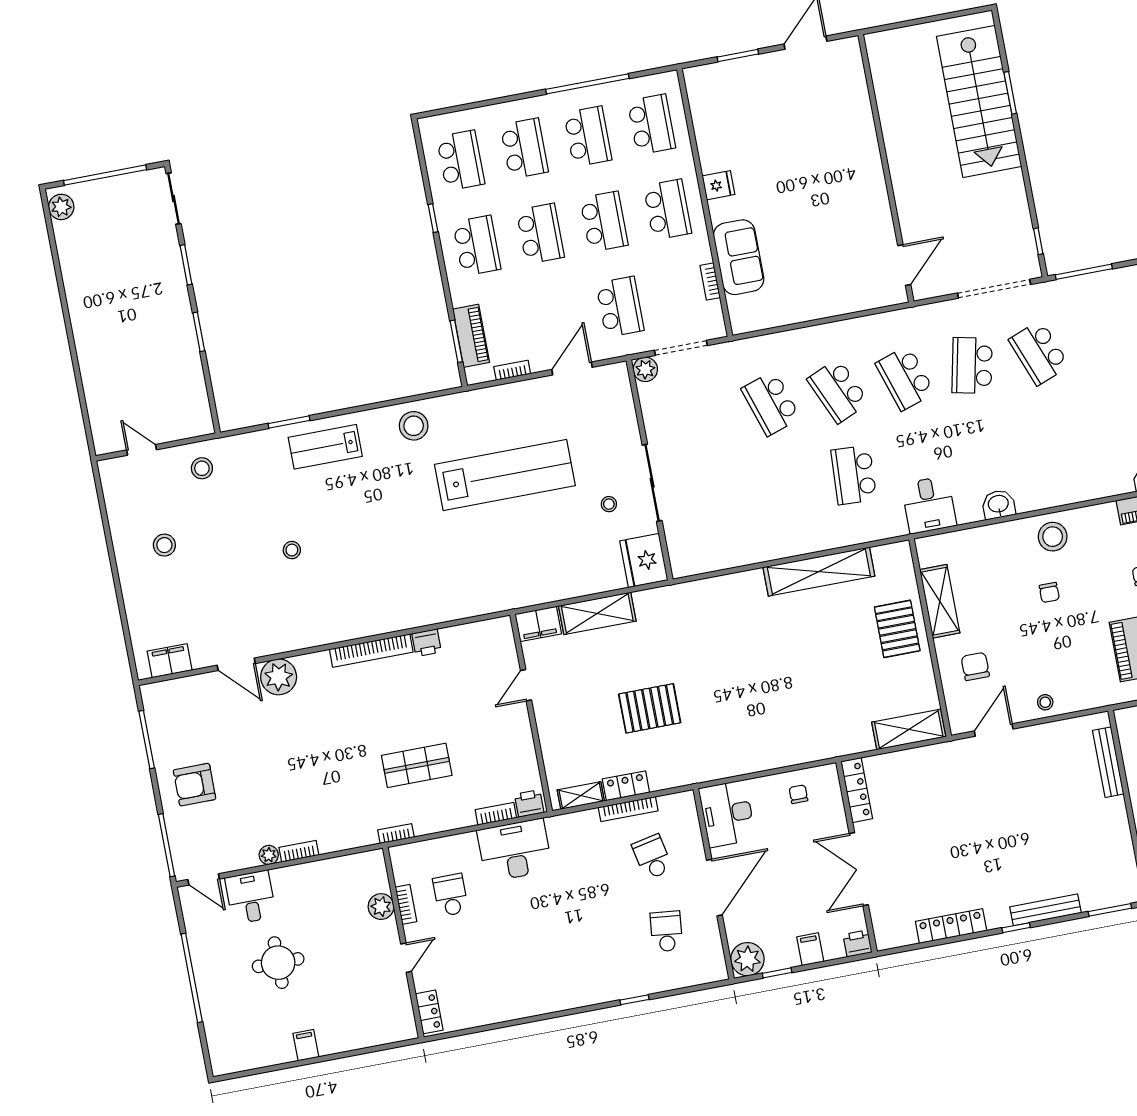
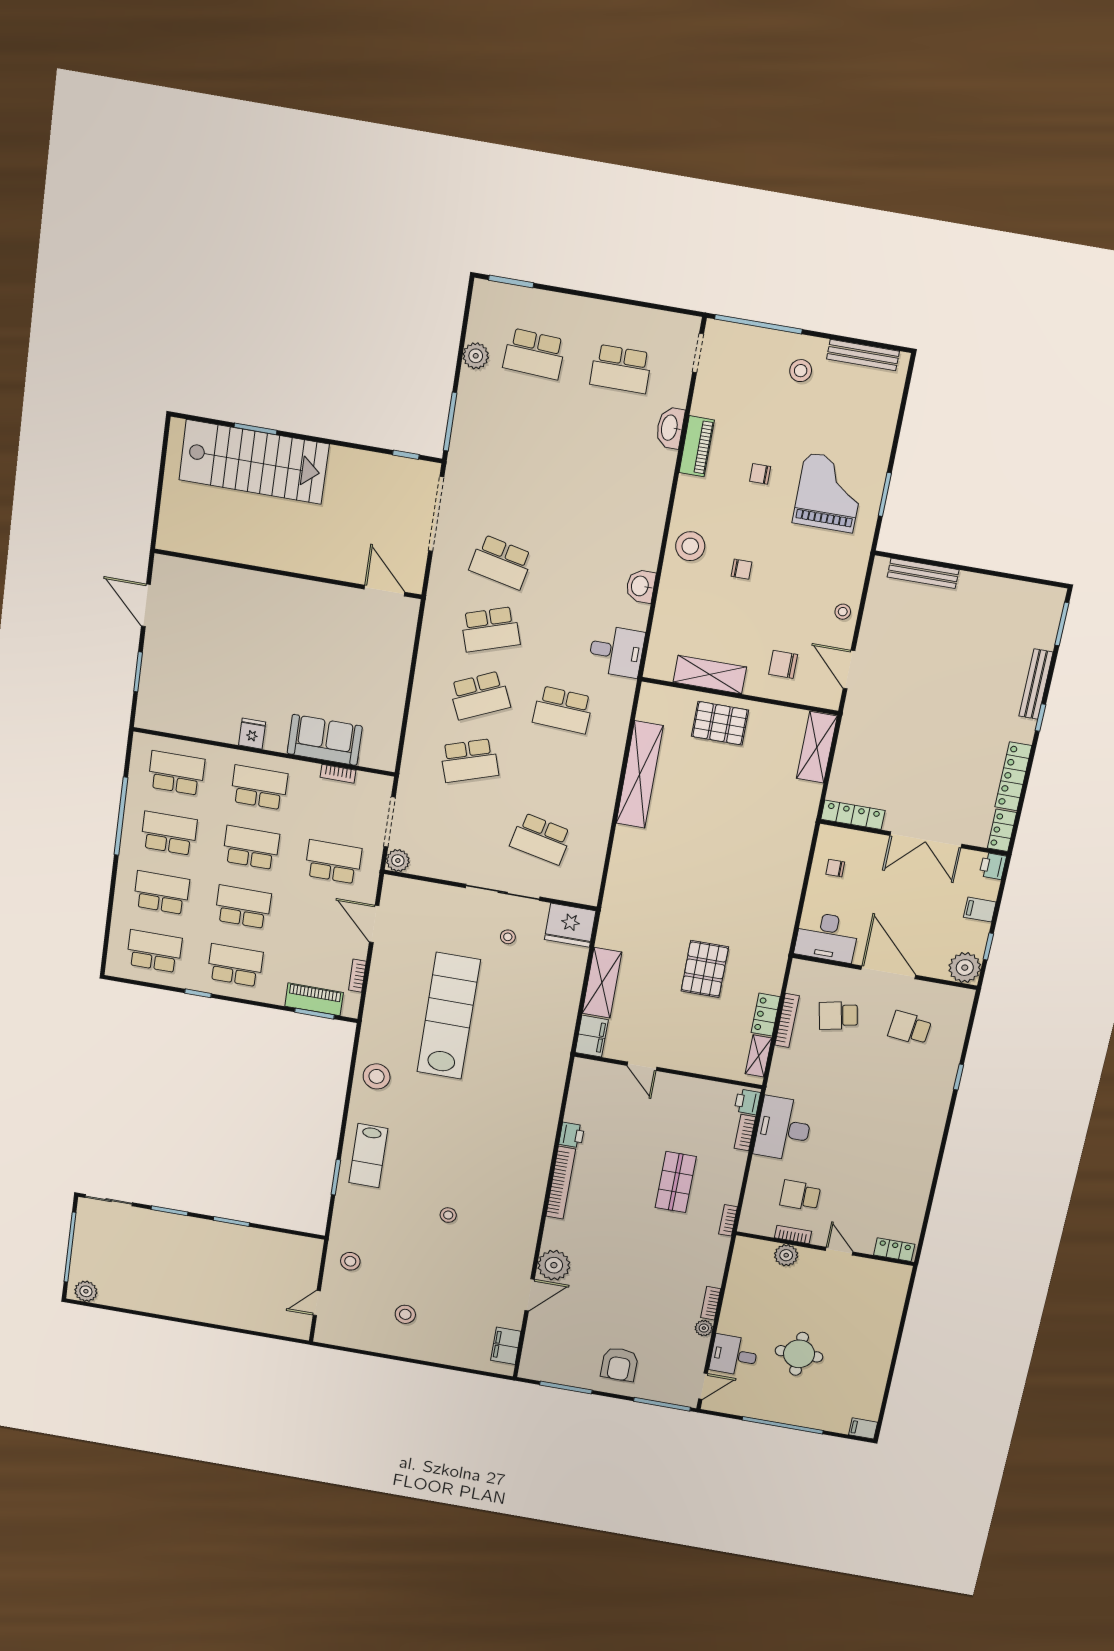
school desk: (1039, 353) -> (541, 839), moved, turned 33
locker: (895, 937) -> (1002, 830), added
filing cabinet: (306, 1045) -> (863, 1429), moved

